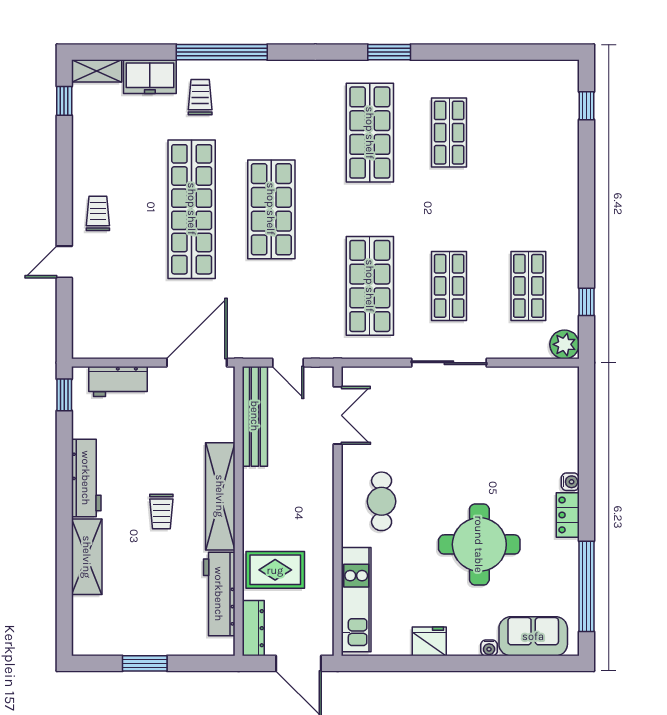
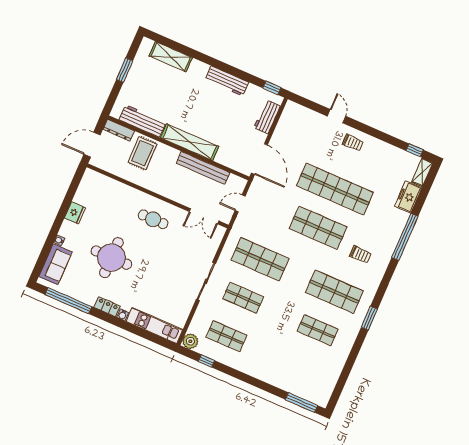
trolley: (200, 97) -> (360, 255), moved
window: (586, 106) -> (302, 403), width x2.17
bench: (255, 416) -> (203, 168), moved
trolley: (161, 511) -> (195, 110), removed
shelving: (87, 557) -> (171, 57), moved
kitchen unit: (356, 600) -> (154, 325), moved, turned 180

